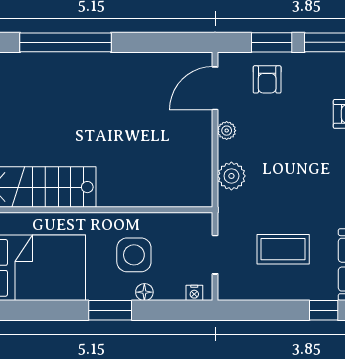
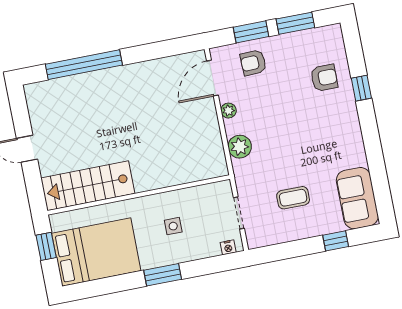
armchair: (267, 79) -> (253, 63), turned 88
coffee table: (283, 249) -> (293, 198), width x0.73, depth x0.77
side table: (134, 255) -> (173, 226), width x0.54, depth x0.54
floor lamp: (144, 292) -> (188, 255), removed

